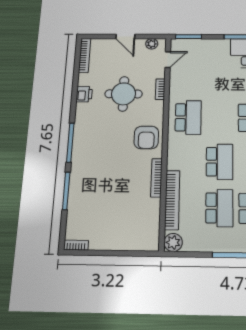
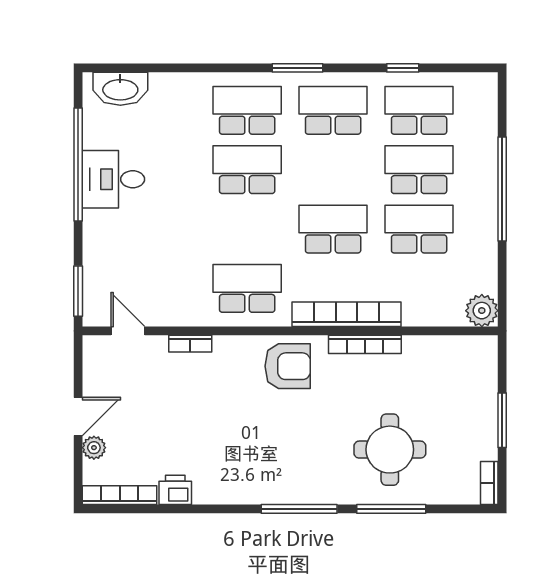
plant: (152, 44) -> (94, 448), moved
printer: (84, 94) -> (175, 490), moved
round table: (124, 94) -> (390, 450), moved
bookcase: (172, 200) -> (347, 314), moved
window: (111, 253) -> (502, 420), added

